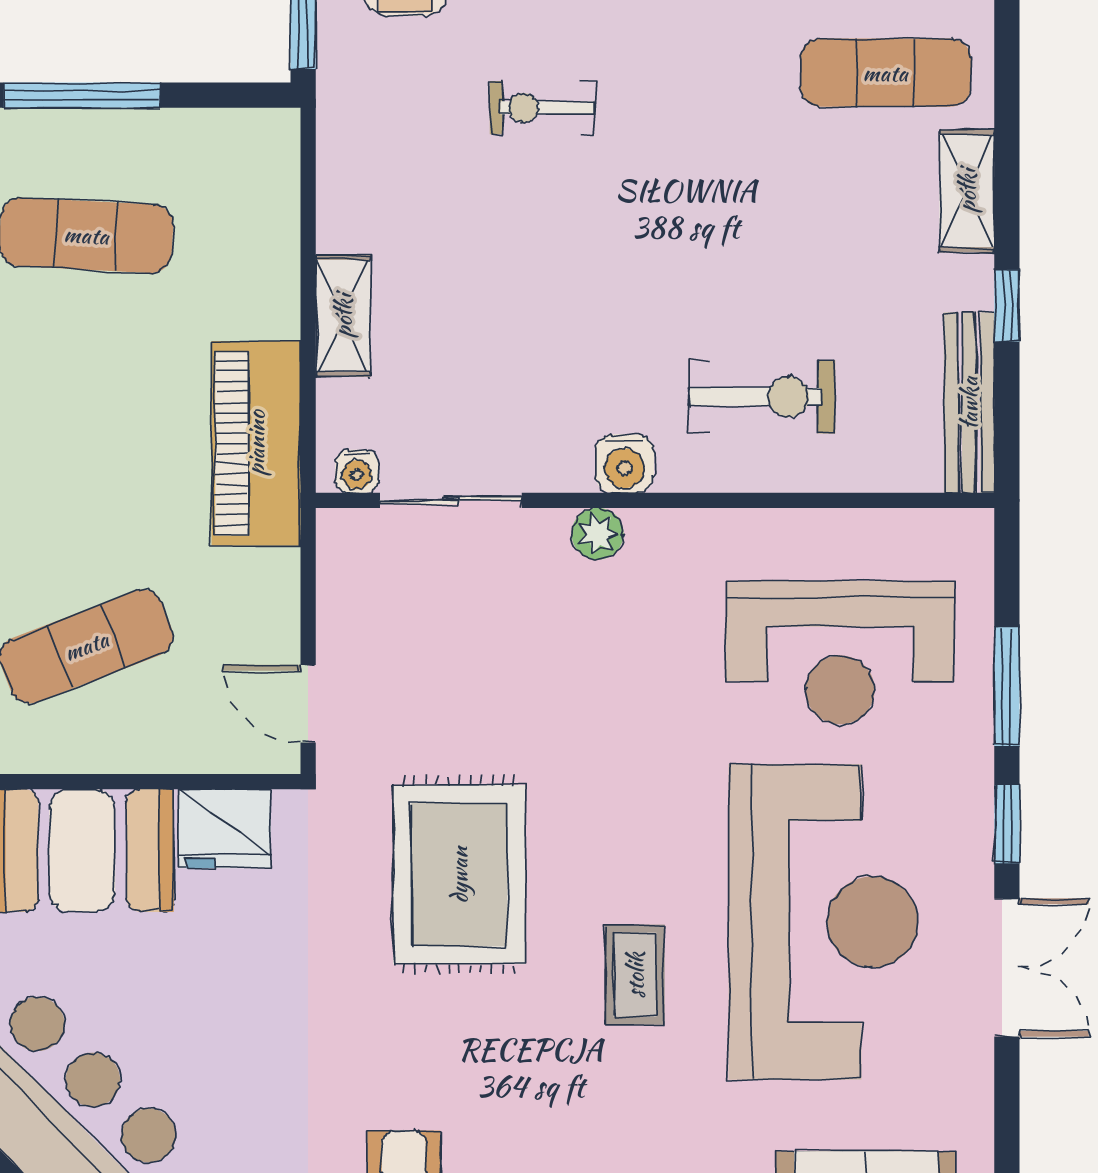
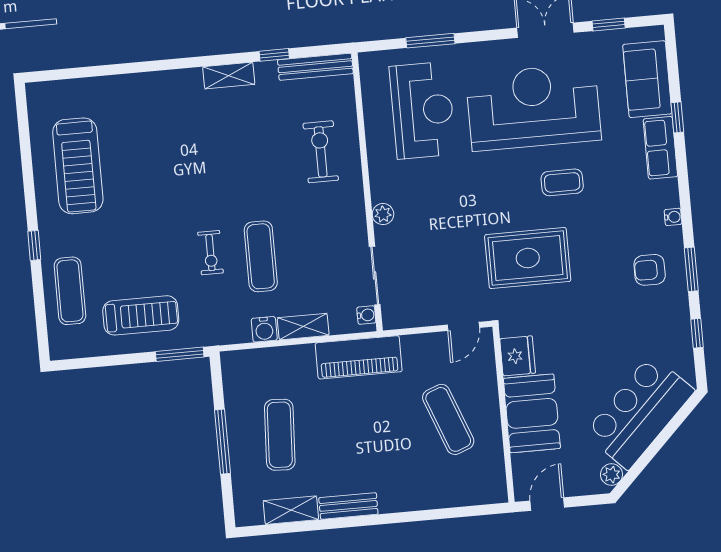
exercise mat: (885, 73) -> (261, 256), moved
water cooler: (625, 464) -> (264, 329), moved, turned 90
window: (1007, 824) -> (609, 24), moved

